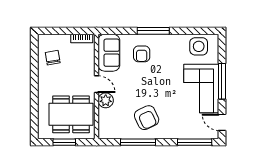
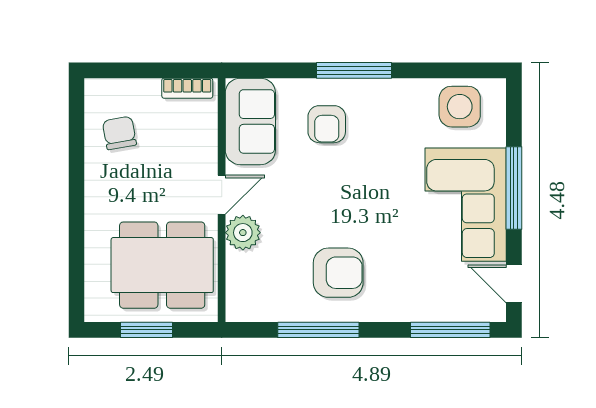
door: (97, 84) -> (222, 195), hinge flipped
armchair: (147, 118) -> (338, 273), turned -65

